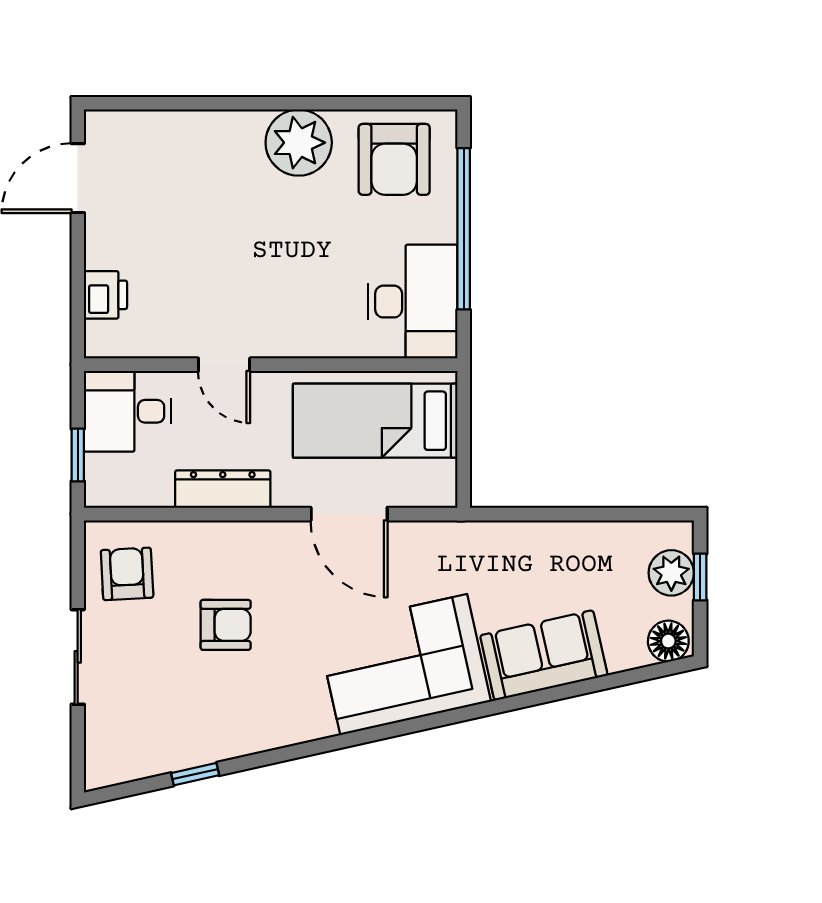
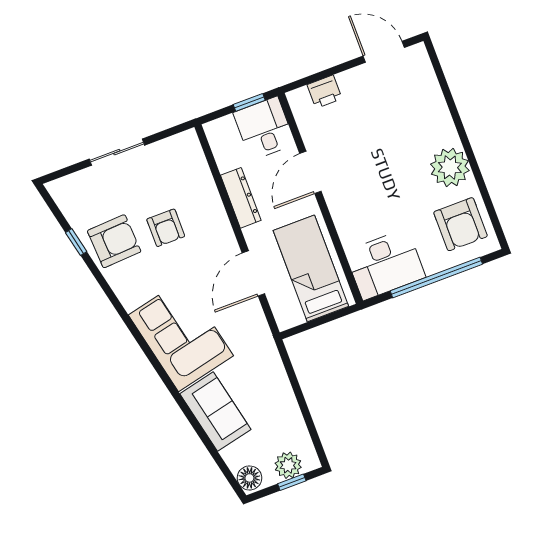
armchair: (394, 159) -> (461, 224), turned -90
door: (224, 365) -> (310, 172), width x1.38
window: (78, 455) -> (249, 102), moved
armchair: (127, 574) -> (114, 241), moved, width x1.38, depth x1.38

